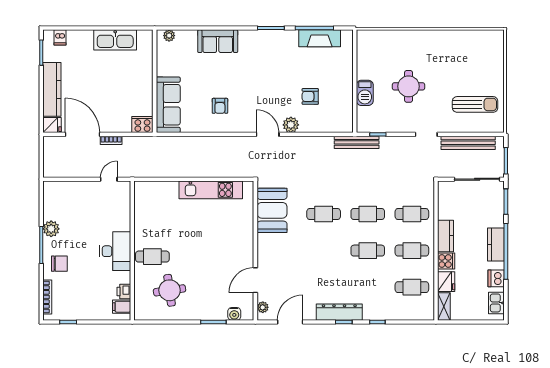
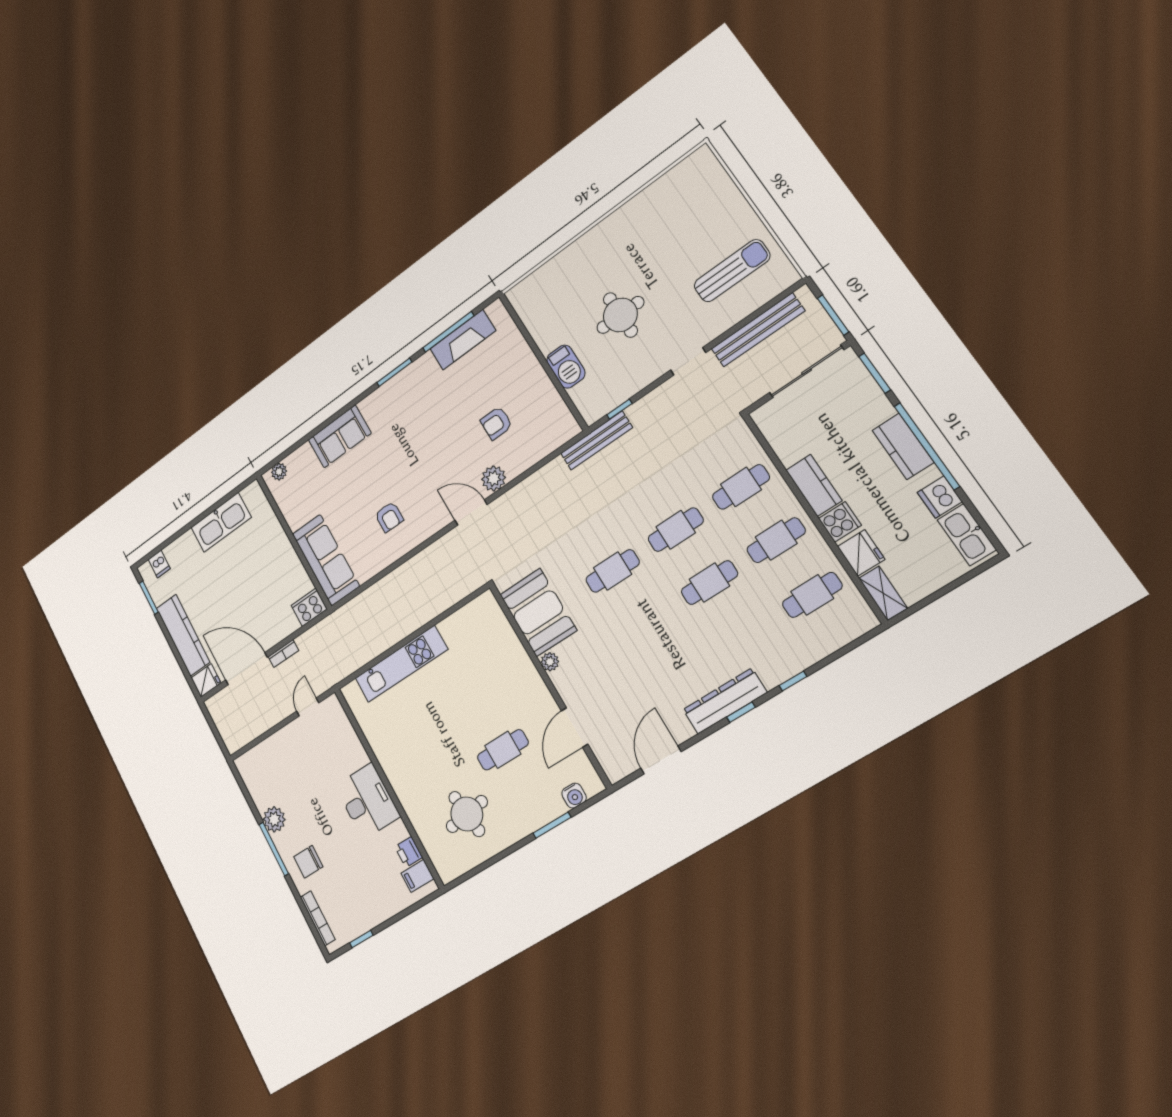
kitchen unit: (211, 190) -> (401, 664), moved
cafe table: (152, 257) -> (503, 750), moved
chair: (59, 264) -> (308, 862), turned 180
kitchen sink: (496, 303) -> (967, 535), width x1.38
plant: (263, 307) -> (550, 662), moved

